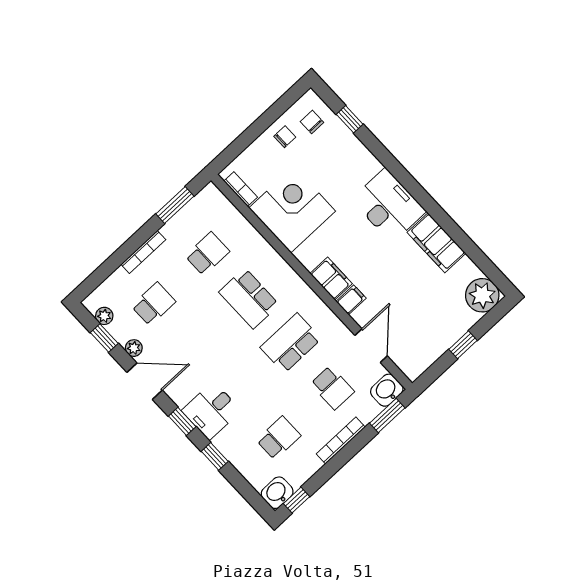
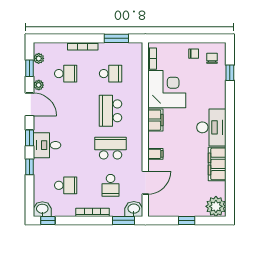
filing cabinet: (331, 279) -> (155, 120), moved

